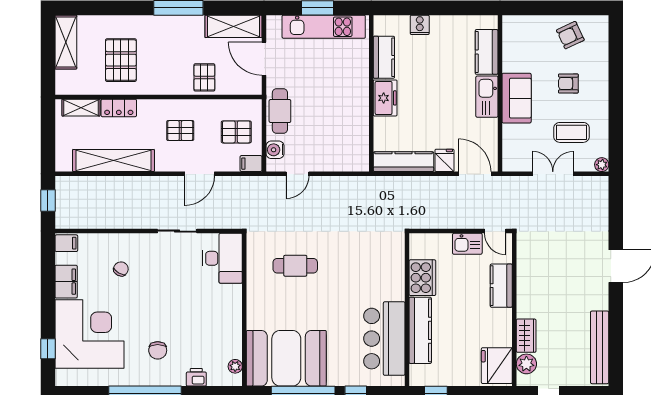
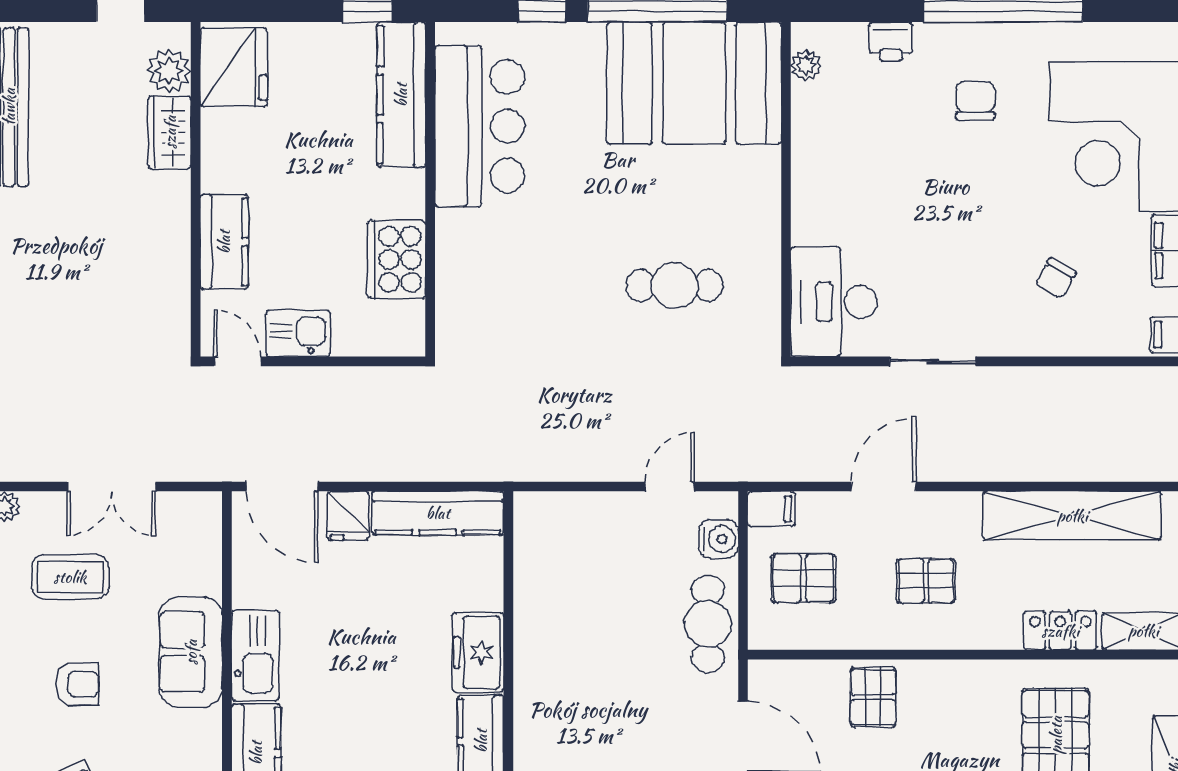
kitchen counter: (420, 330) -> (401, 95), moved

